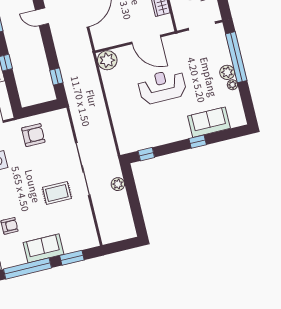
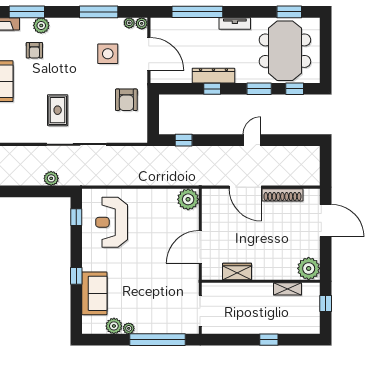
plant: (227, 72) -> (114, 326), moved
reception desk: (162, 87) -> (112, 222), moved, turned 180

